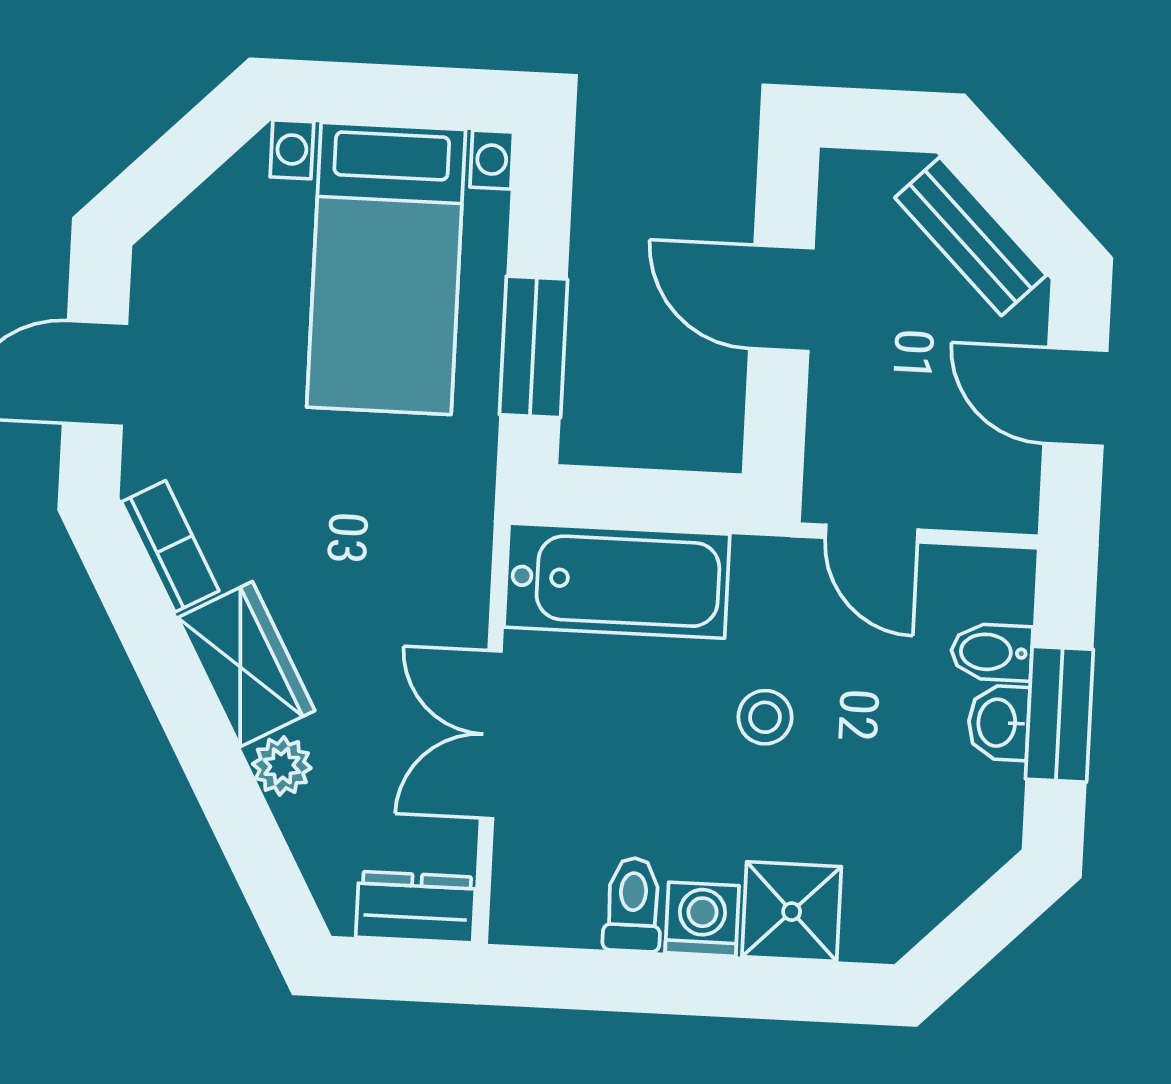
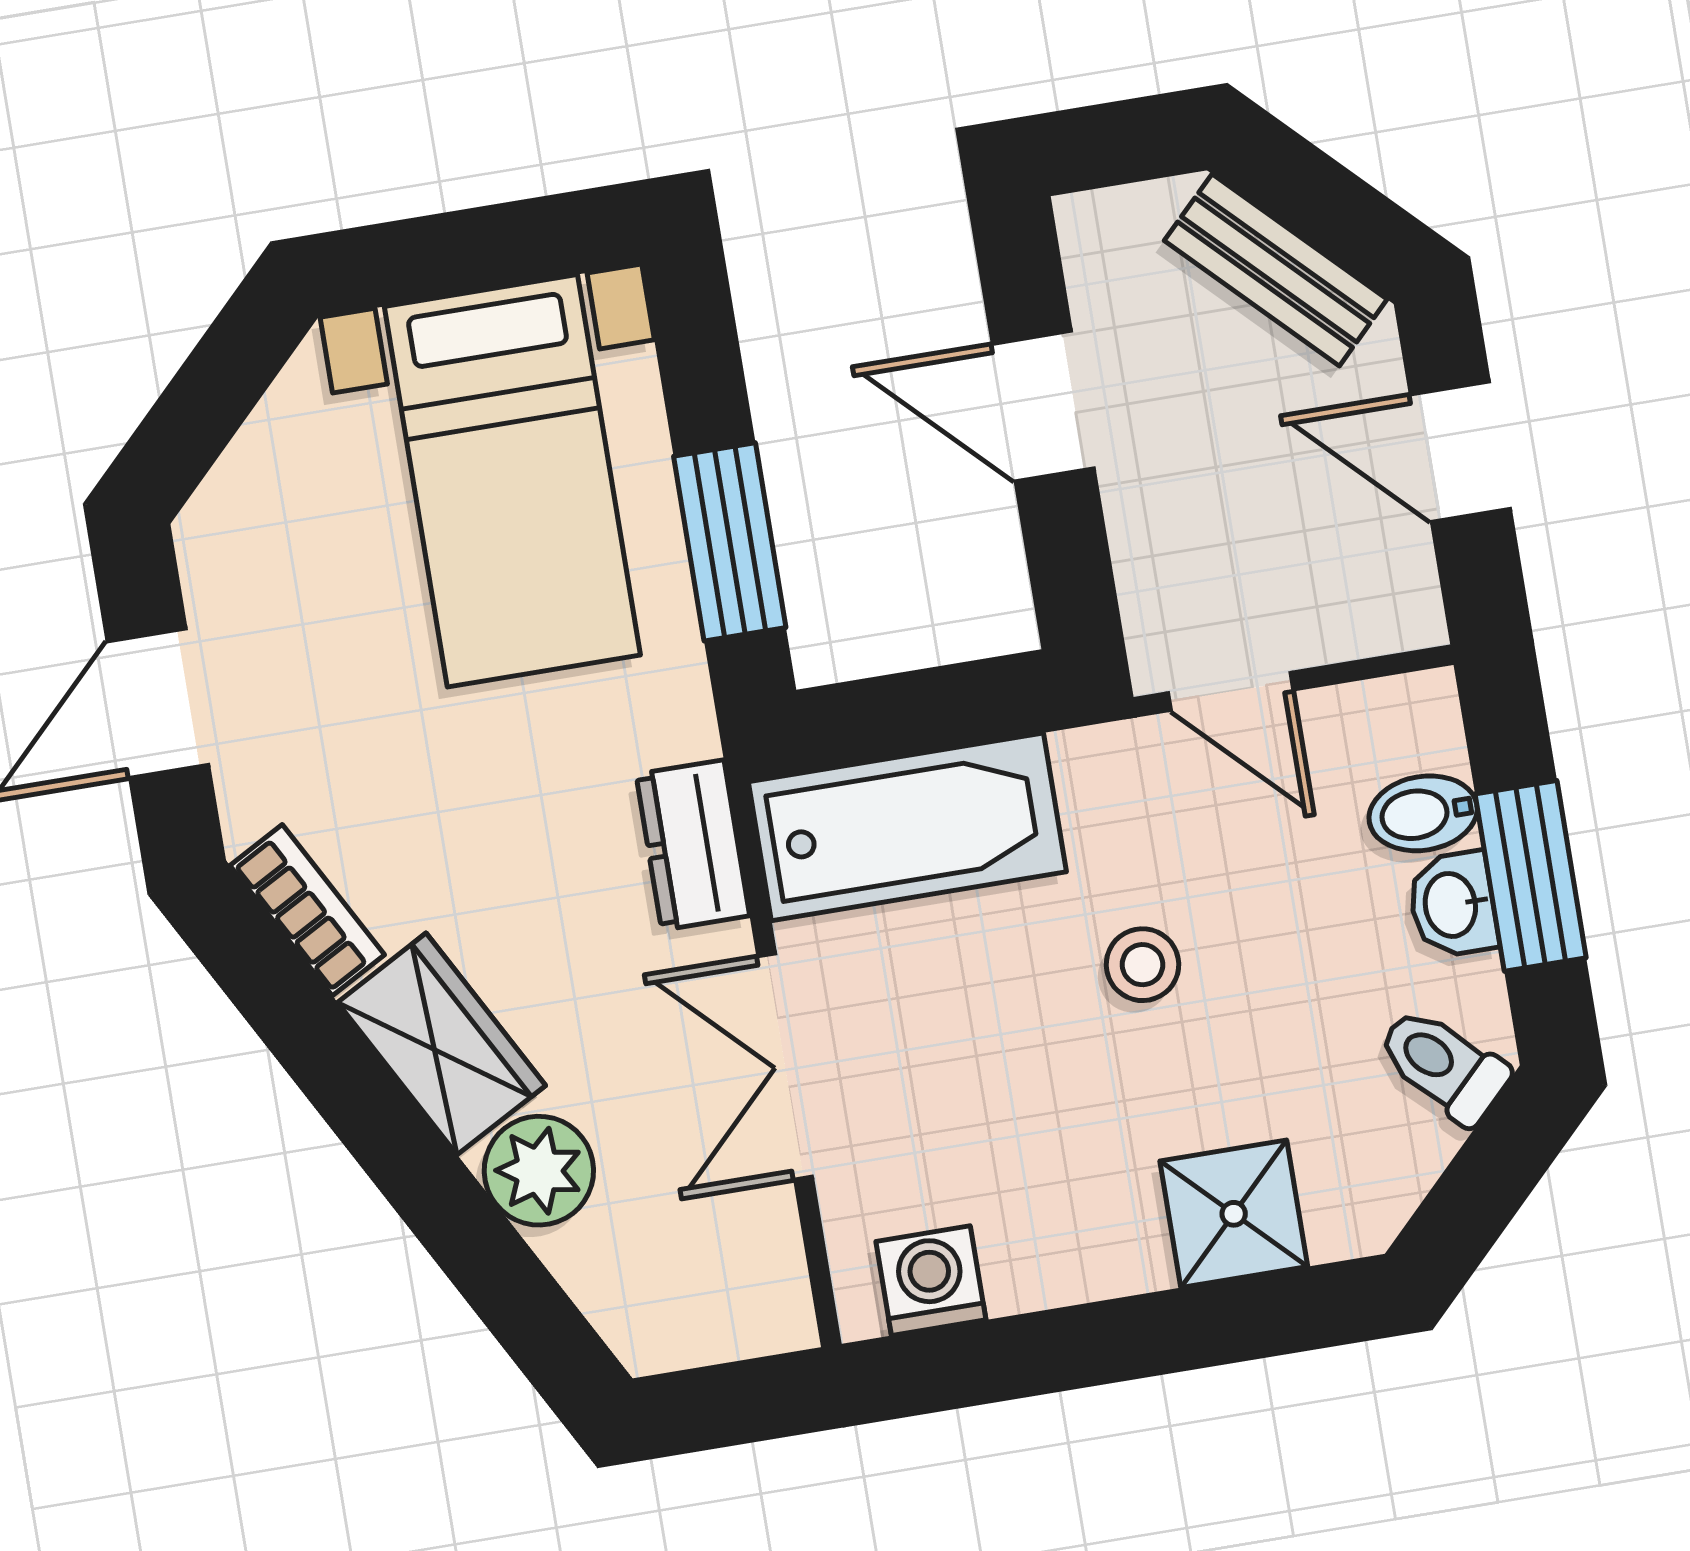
plant: (282, 766) -> (539, 1171), width x1.38, depth x1.38
toilet: (633, 905) -> (1443, 1065), moved, turned -45
dresser: (416, 907) -> (693, 845), moved, turned -90
washing machine: (702, 919) -> (931, 1281), moved

